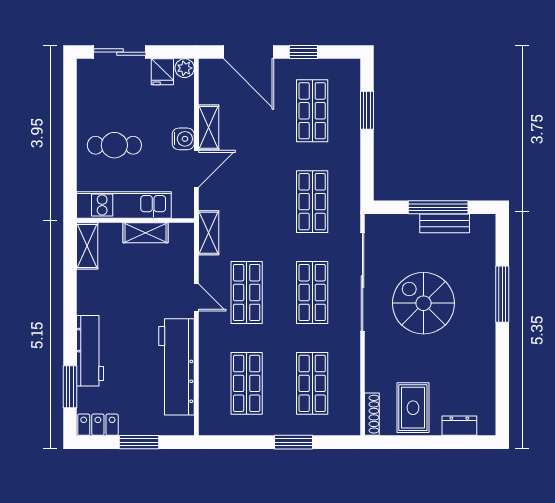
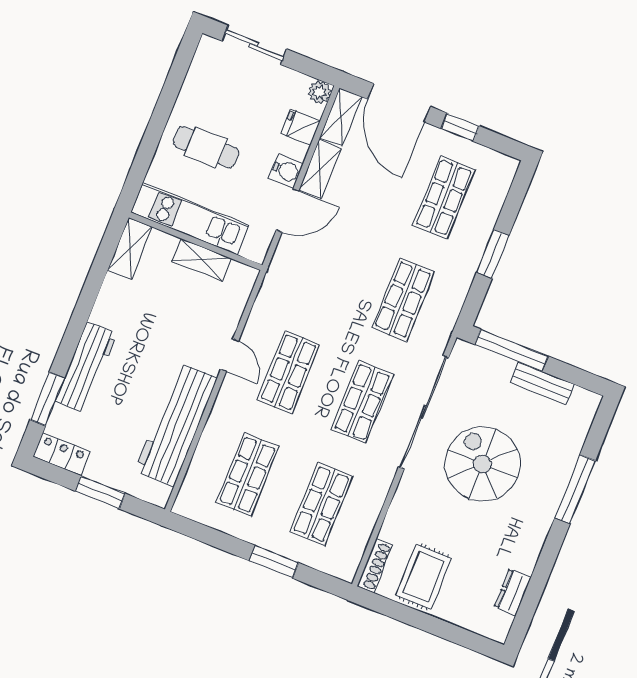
fridge: (162, 72) -> (301, 127), moved, turned 90
window: (367, 110) -> (493, 254), moved
window: (438, 207) -> (511, 350), moved
shelving: (209, 233) -> (341, 117), moved
dresser: (459, 426) -> (513, 592), moved, turned -90

